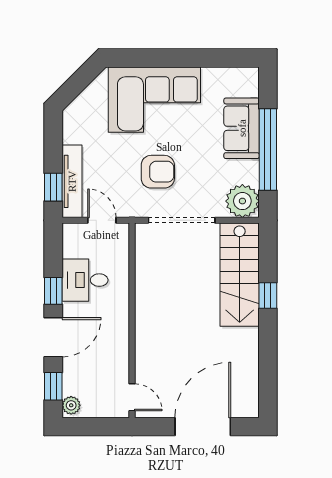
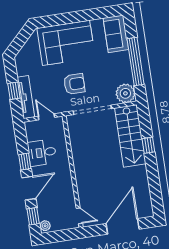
sofa: (242, 128) -> (116, 34), moved
window: (53, 187) -> (14, 91), moved

